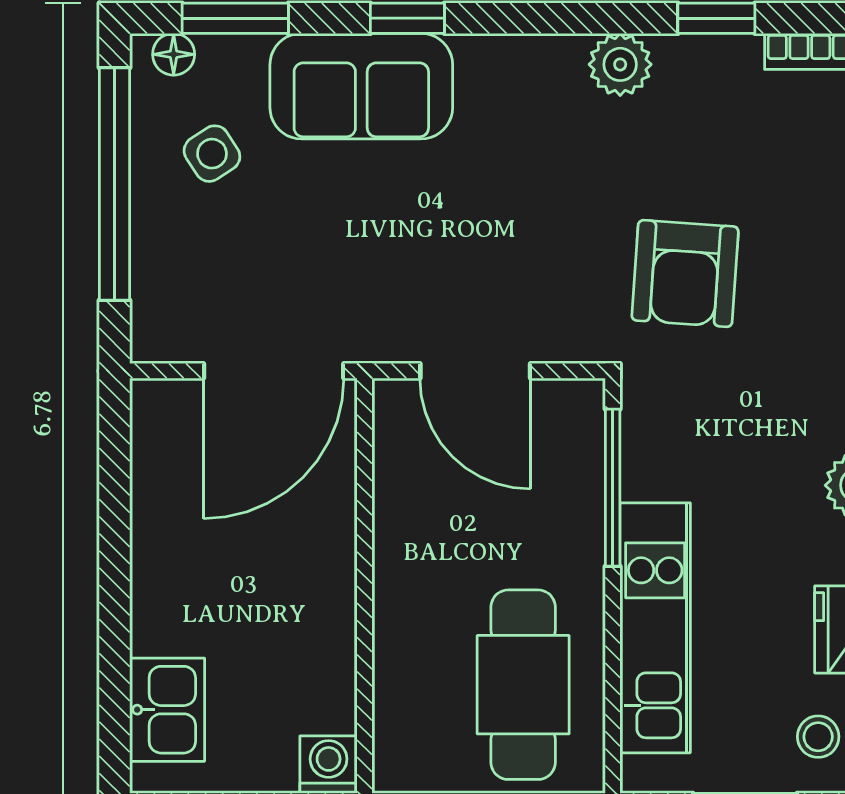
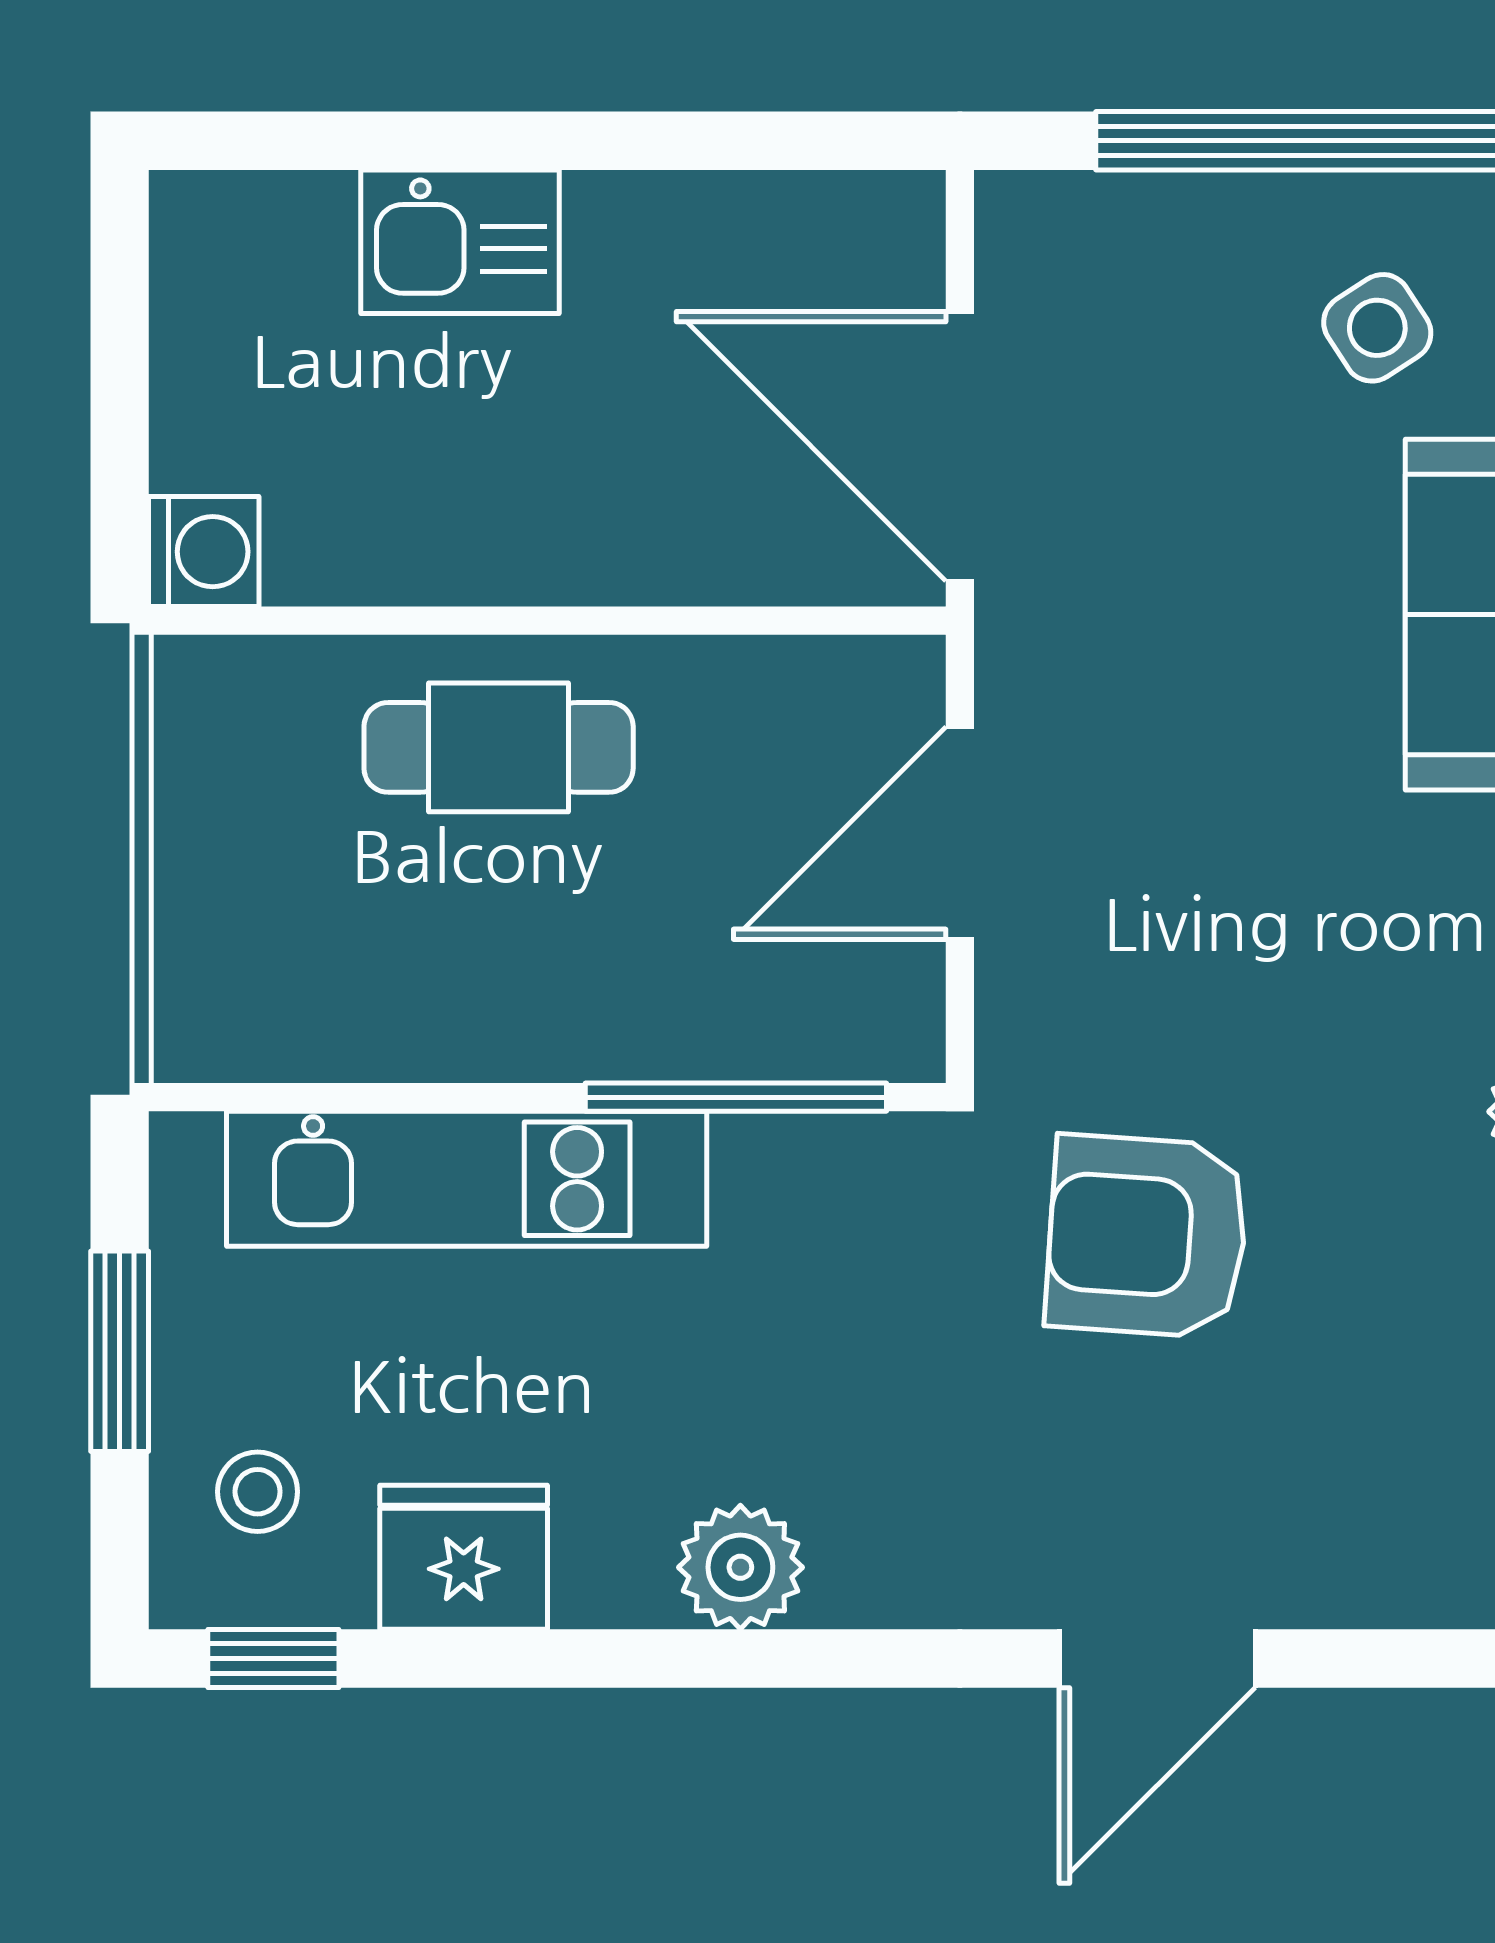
cafe table: (523, 685) -> (499, 747), moved, width x0.73, depth x0.74
kitchen sink: (167, 710) -> (460, 242), moved

